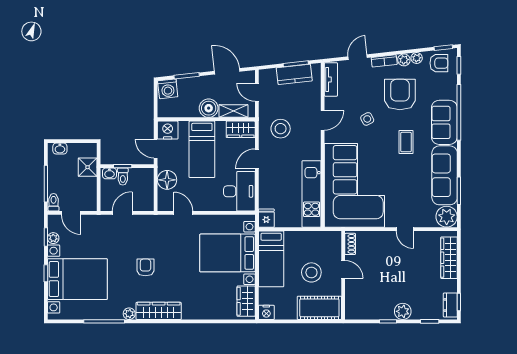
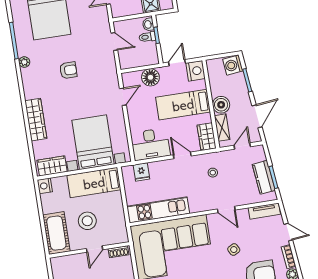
stool: (281, 129) -> (213, 173), width x0.53, depth x0.53
fridge: (266, 218) -> (141, 172), moved, turned 90
wardrobe: (159, 311) -> (36, 120), moved

